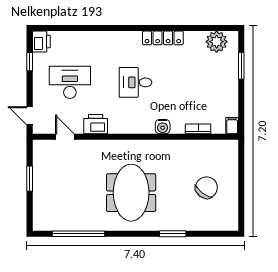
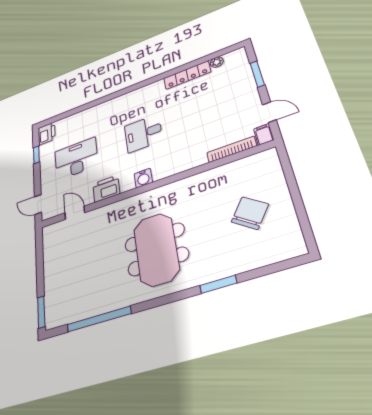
locker: (163, 38) -> (187, 75), moved
plant: (217, 42) -> (217, 62), width x0.53, depth x0.53
door: (241, 107) -> (269, 112), added
water cooler: (163, 127) -> (143, 178), moved
bookcase: (198, 129) -> (232, 149), width x1.56
window: (30, 179) -> (41, 312), moved

